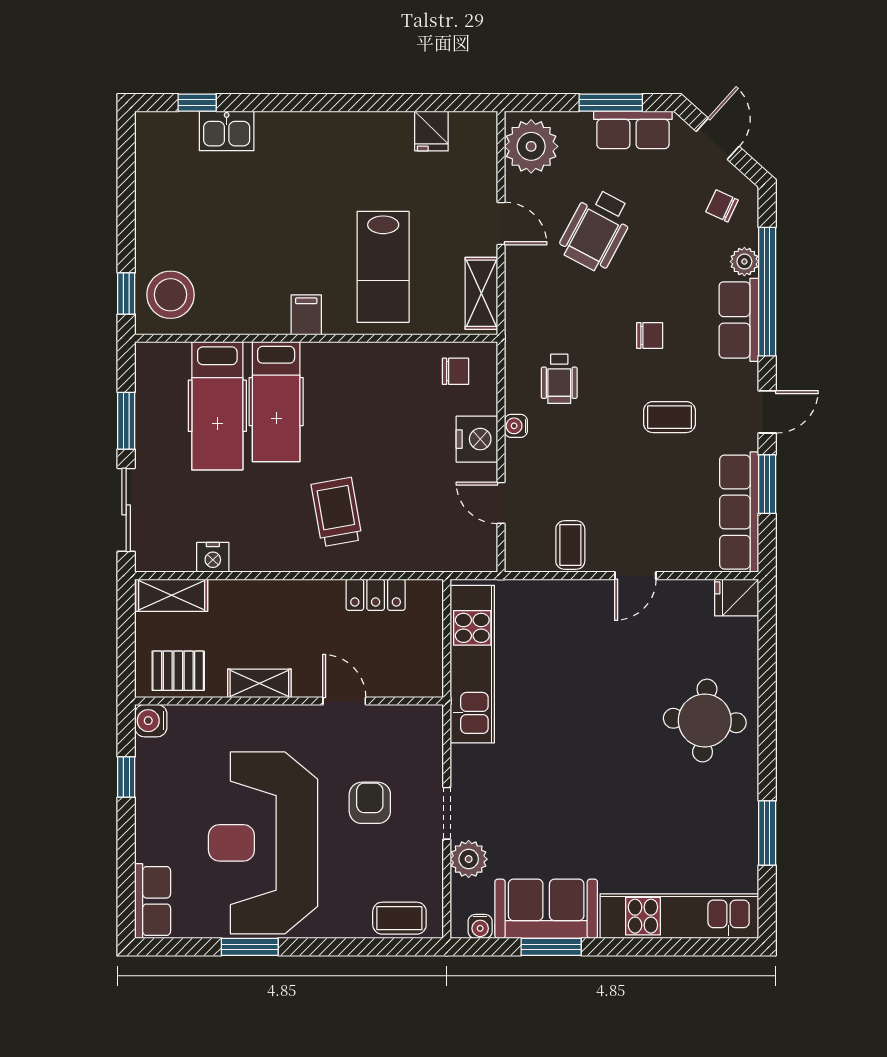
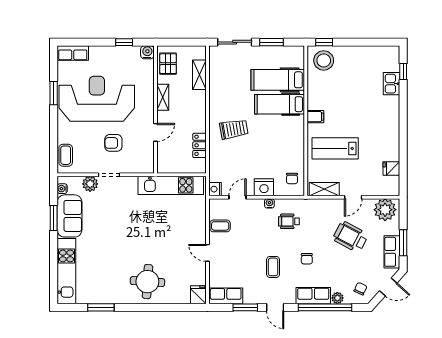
row of seats: (739, 512) -> (226, 296), width x0.68
nightstand: (213, 557) -> (215, 189), moved
shelving: (172, 595) -> (199, 75), moved
armchair: (370, 803) -> (113, 143), turned 180

